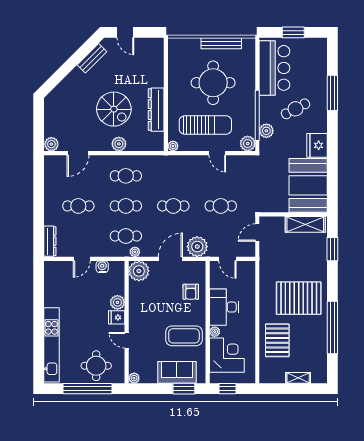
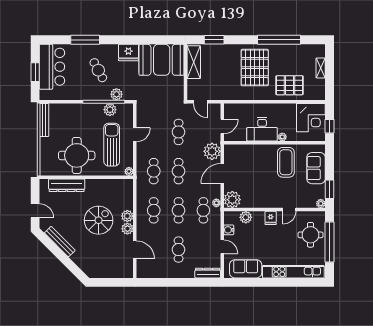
door: (125, 32) -> (35, 211), hinge flipped
bench: (221, 43) -> (44, 120), moved
bench: (92, 58) -> (60, 242), width x1.36
bar counter: (274, 68) -> (52, 67), moved, turned 90
round table: (213, 83) -> (77, 155), moved
dresser: (156, 110) -> (67, 185), moved
plant: (51, 144) -> (127, 229), moved
plant: (248, 144) -> (110, 110), moved
cafe table: (173, 176) -> (154, 171), added
door: (170, 259) -> (222, 174), hinge flipped
sofa: (55, 287) -> (246, 269), added
armchair: (191, 292) -> (249, 157), removed
plant: (117, 302) -> (246, 217), moved
corner desk: (227, 355) -> (311, 118), moved, turned 180
window: (184, 389) -> (329, 189), moved

